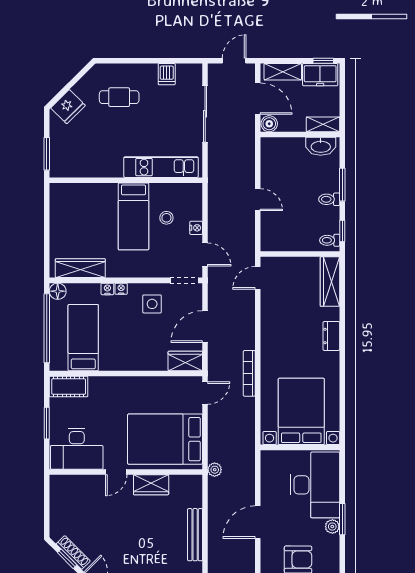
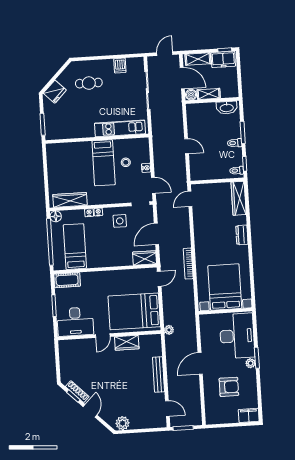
shelving: (323, 124) -> (209, 94), moved

